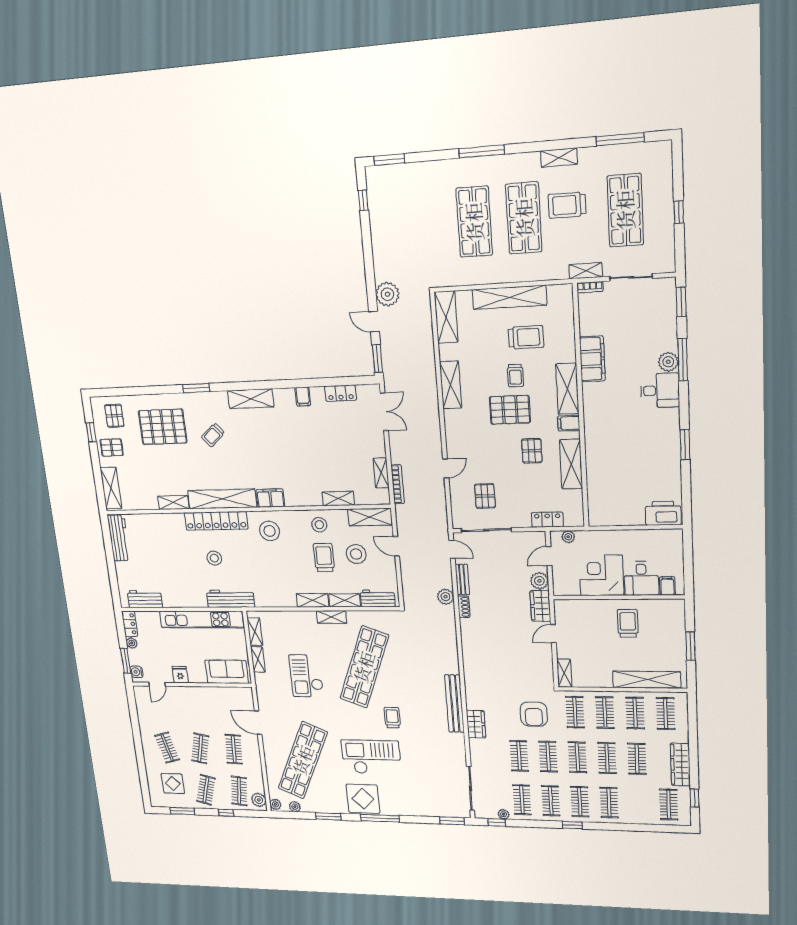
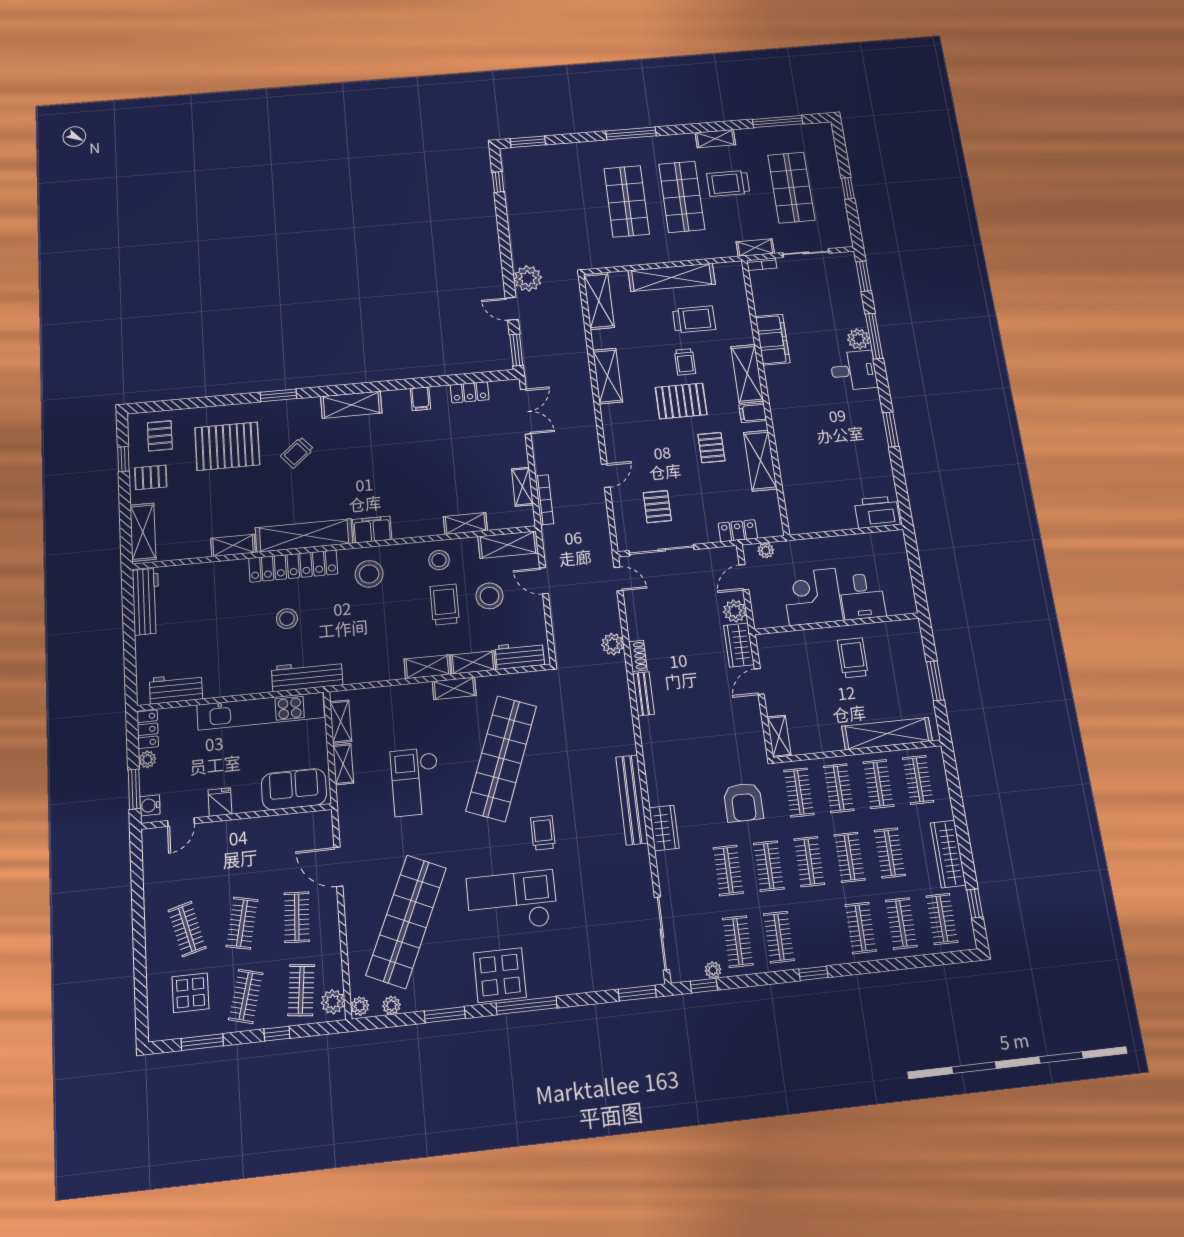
bench: (462, 580) -> (643, 694), moved
filing cabinet: (667, 586) -> (895, 603), removed
clothes rail: (580, 802) -> (901, 923), moved

